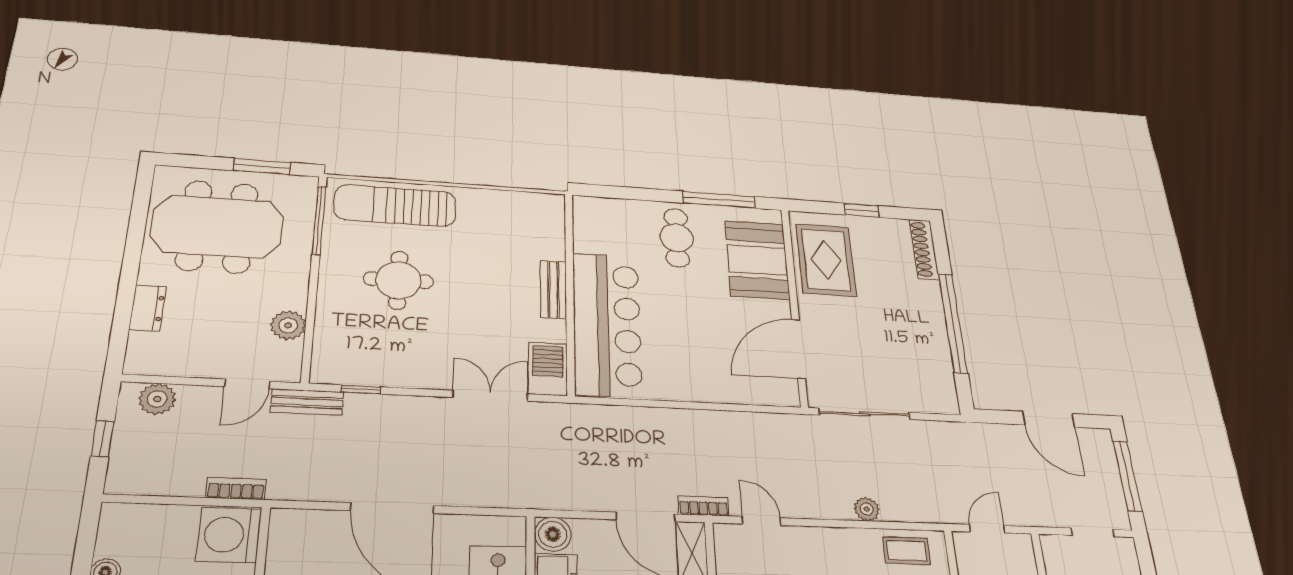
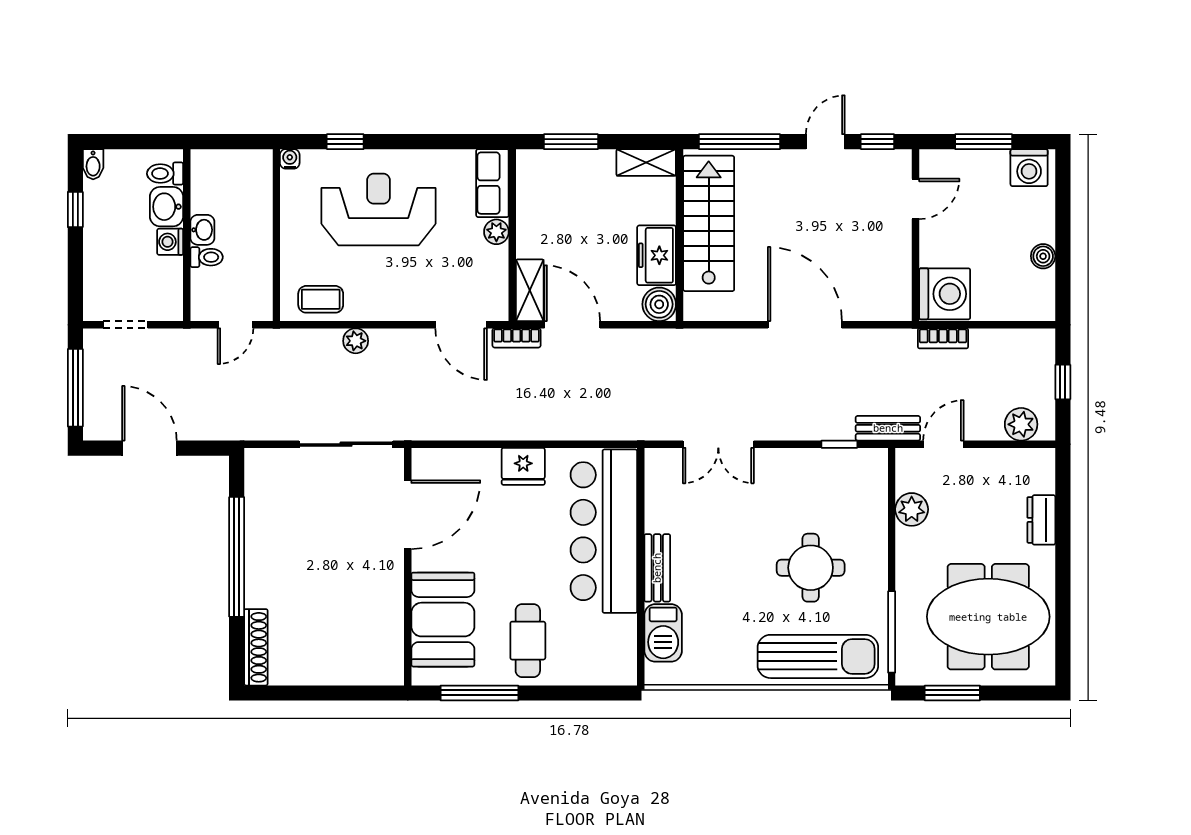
window: (861, 210) -> (321, 693), removed
rug: (826, 260) -> (368, 625), removed
barbecue: (548, 369) -> (663, 633), moved
fridge: (689, 385) -> (523, 466), added
door: (761, 521) -> (461, 325), width x1.38

